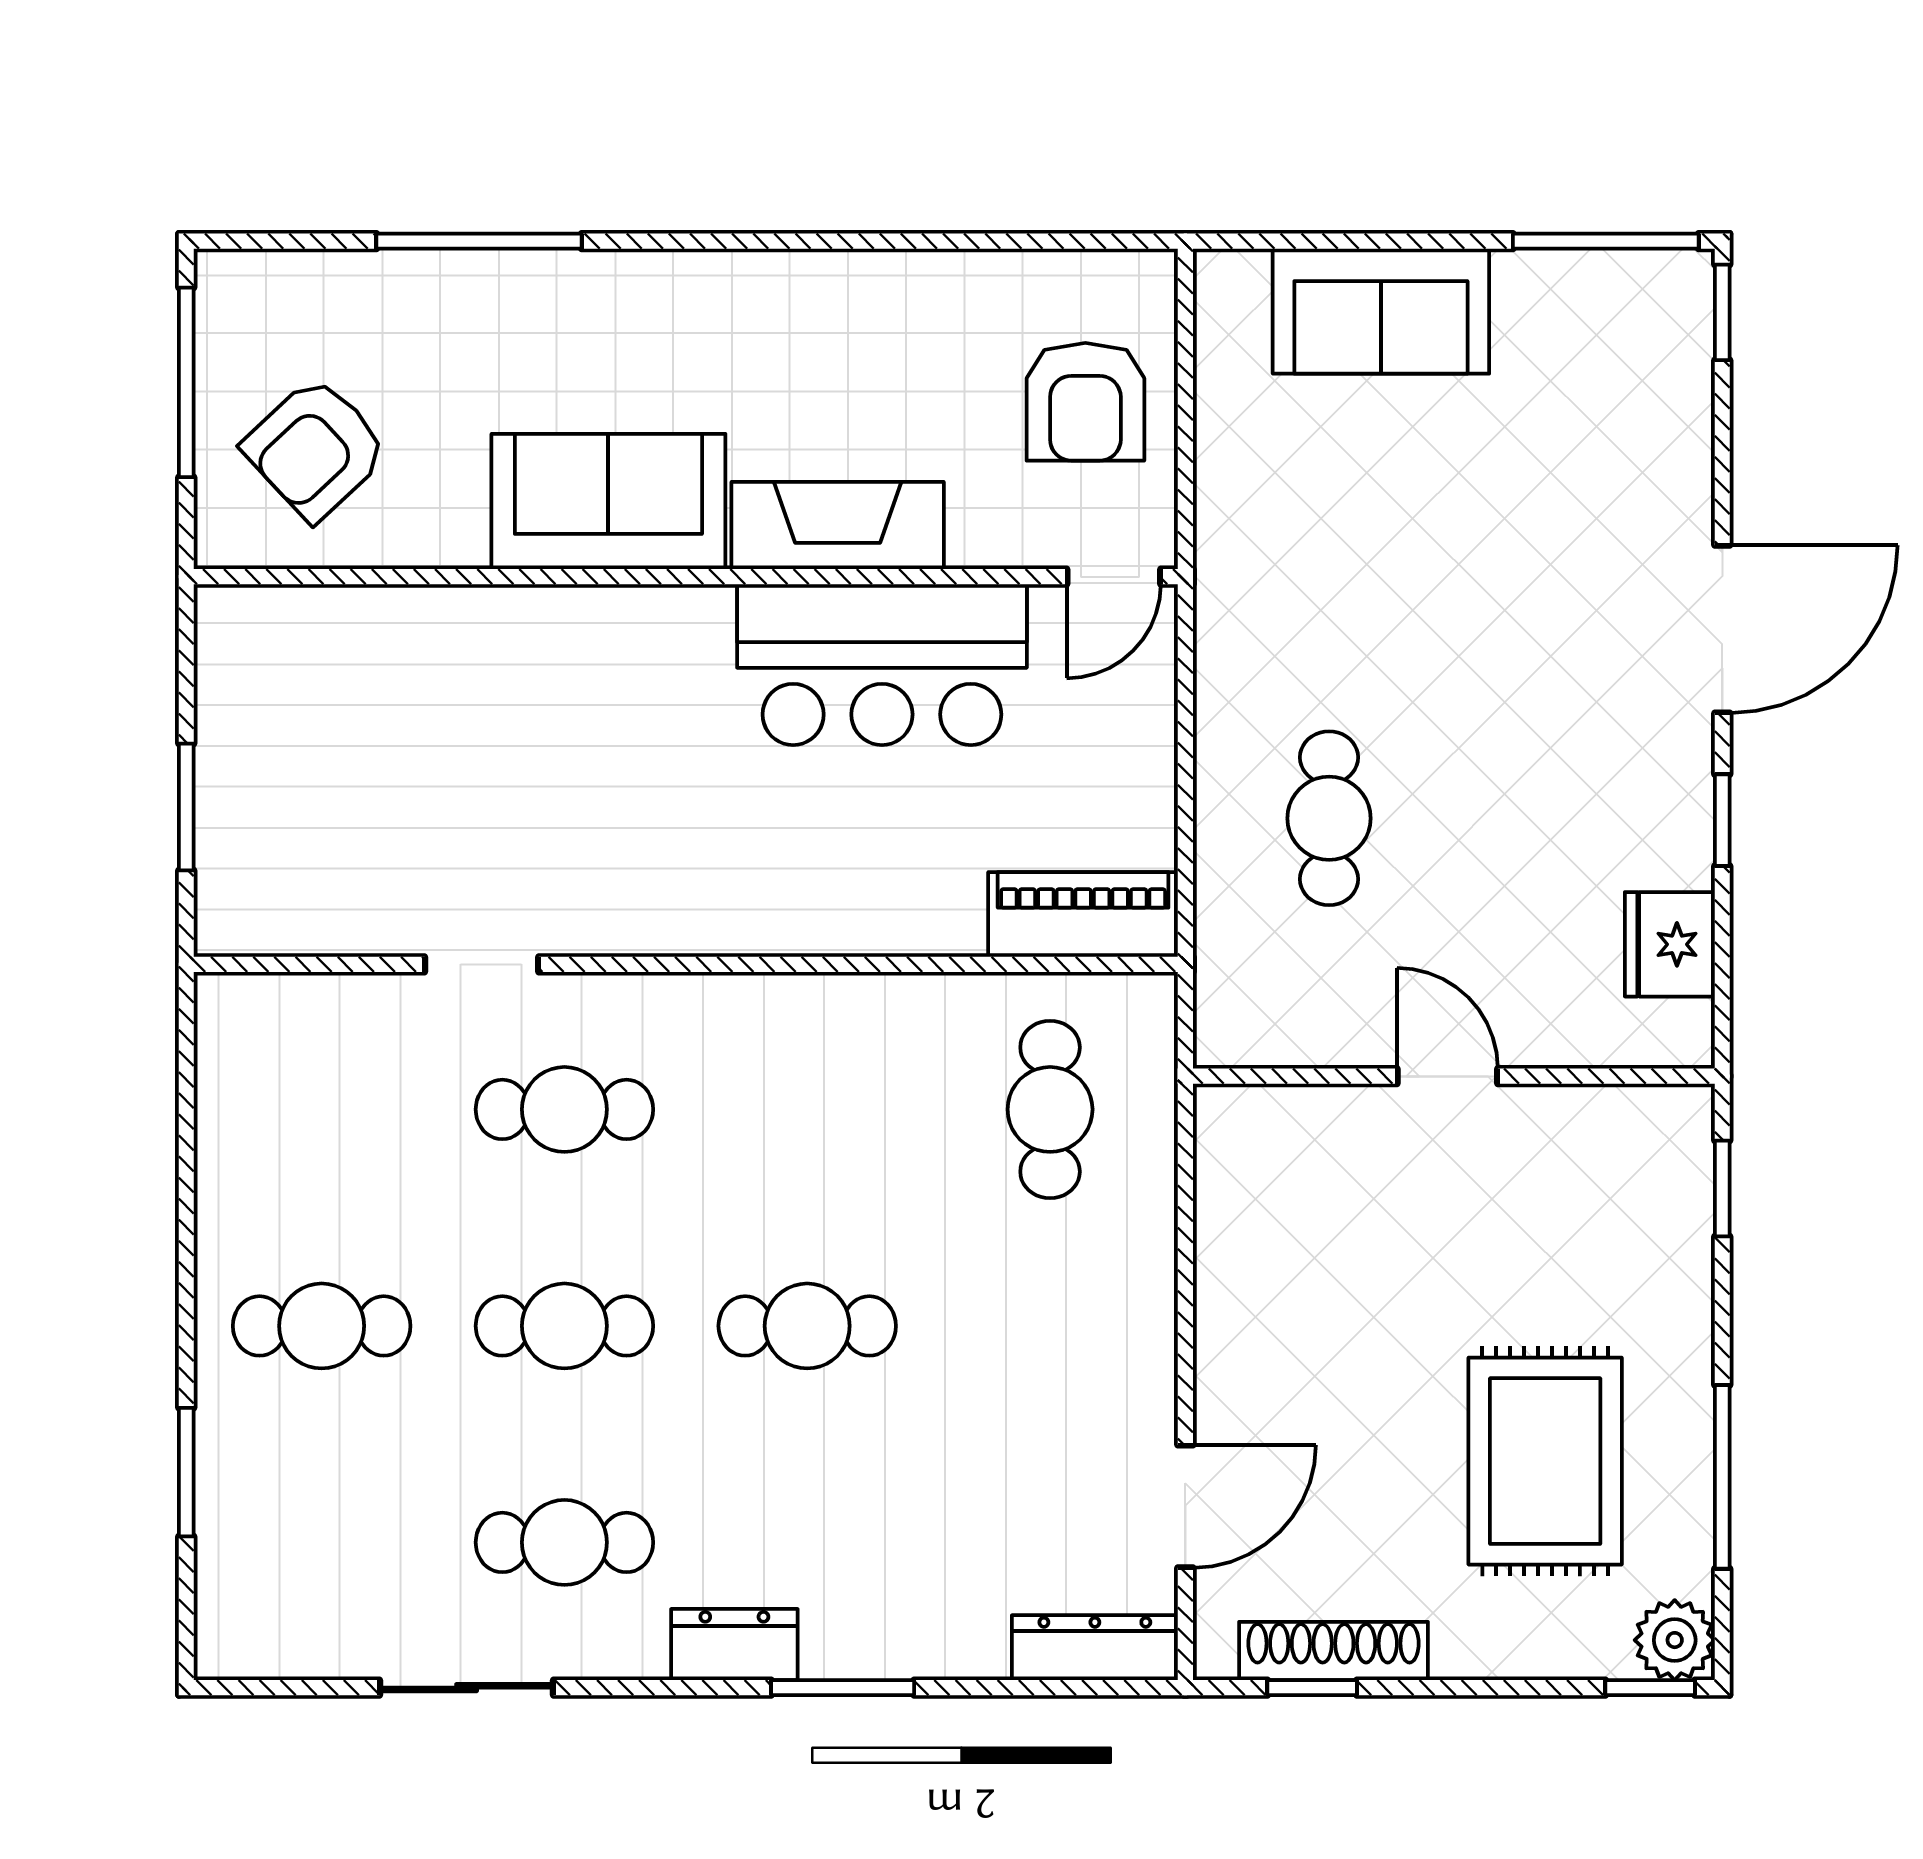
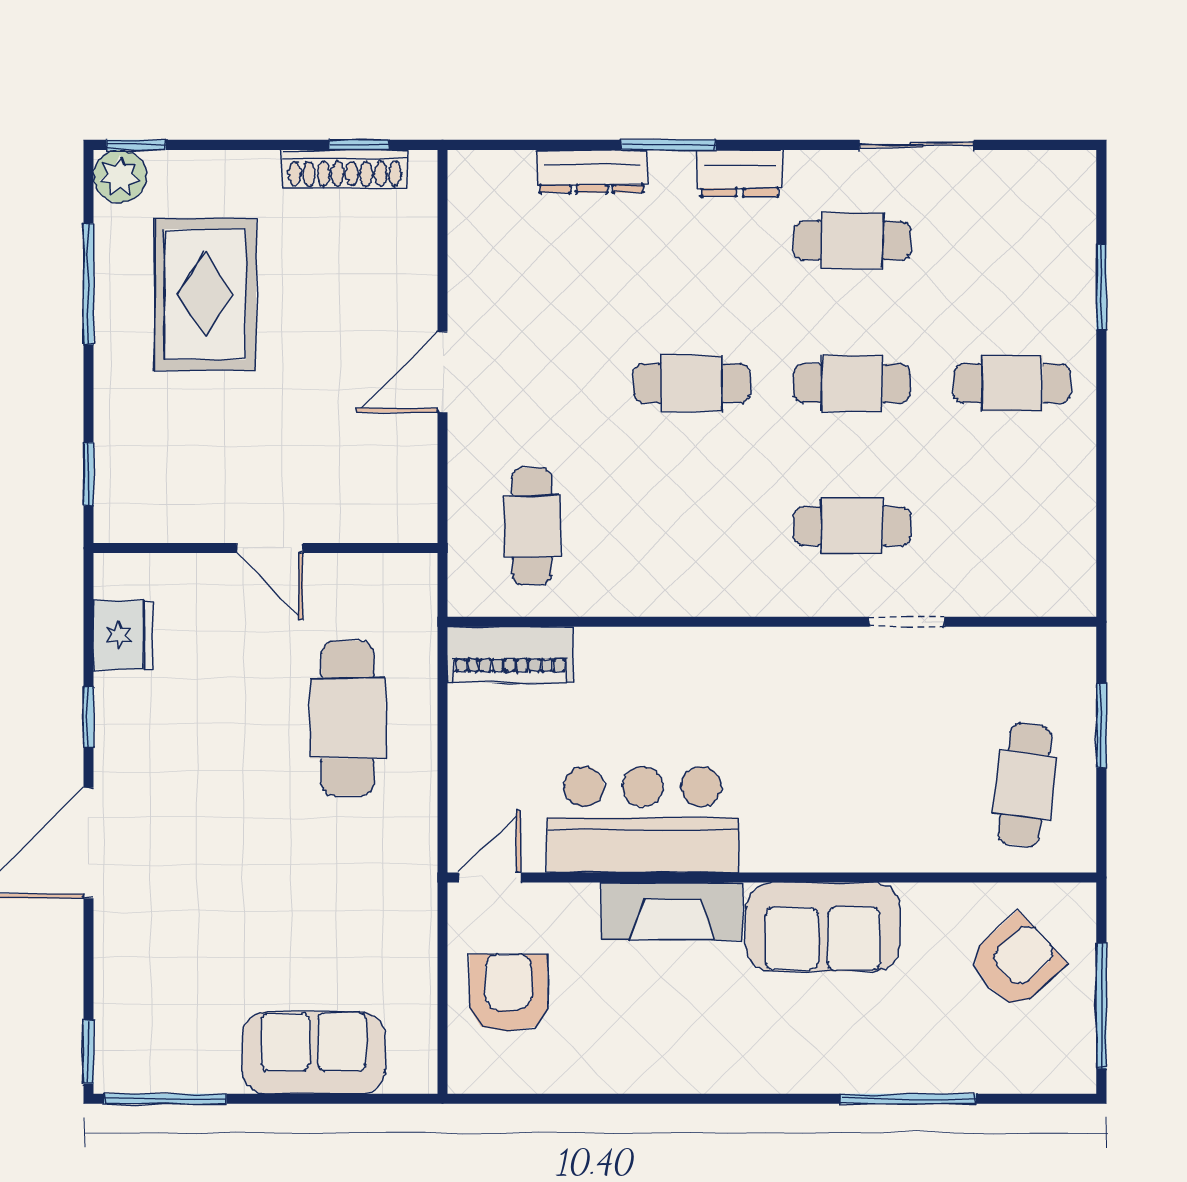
cafe table: (302, 717) -> (1025, 785), added
cafe table: (1329, 818) -> (348, 718), width x1.37, depth x1.35
door: (1185, 1506) -> (442, 372), moved
dresser: (1095, 1648) -> (592, 171), moved

